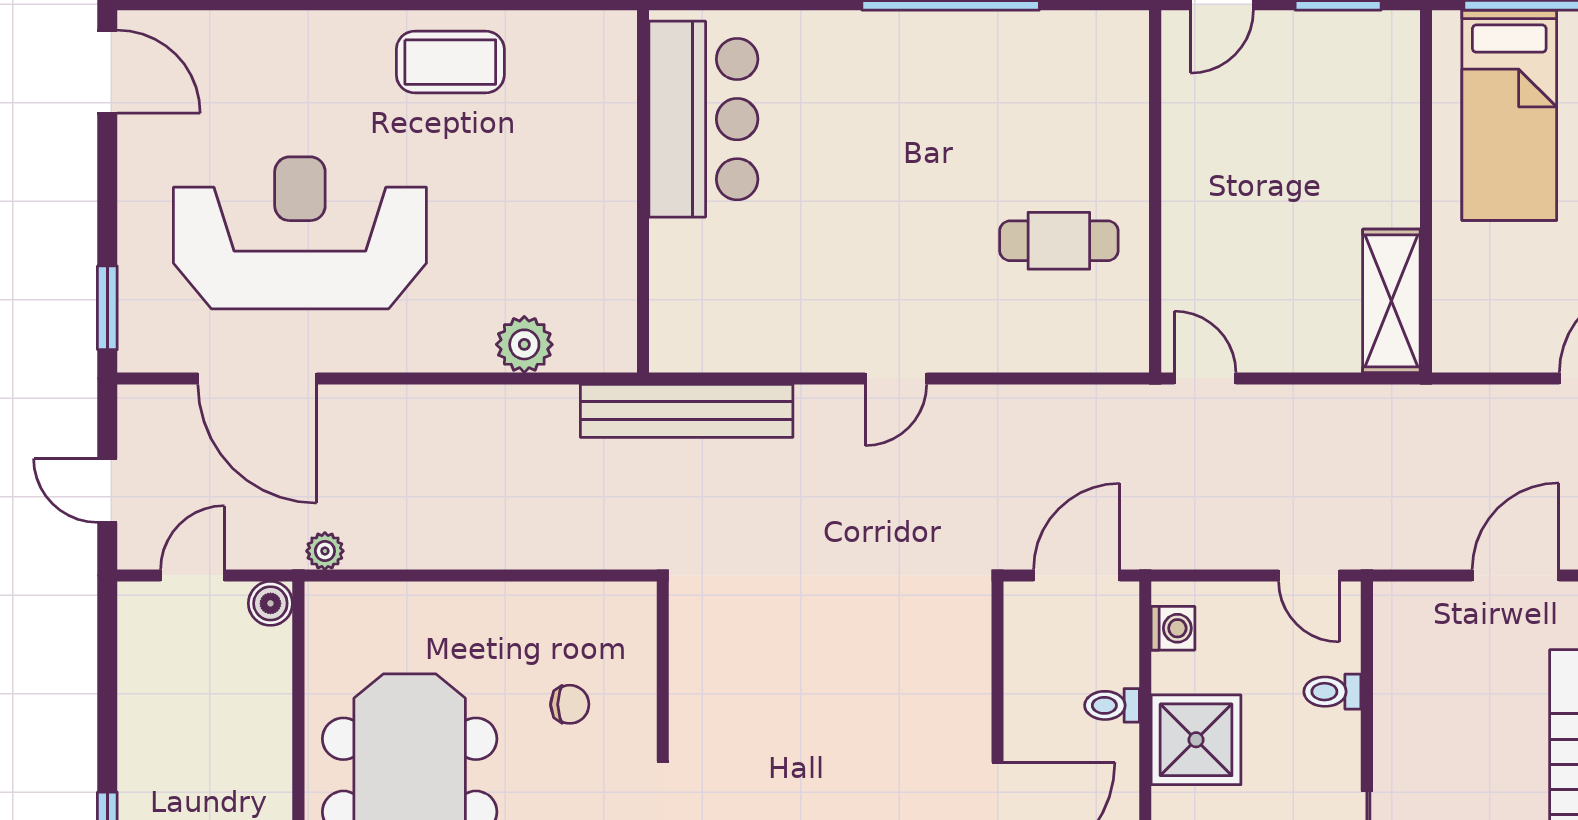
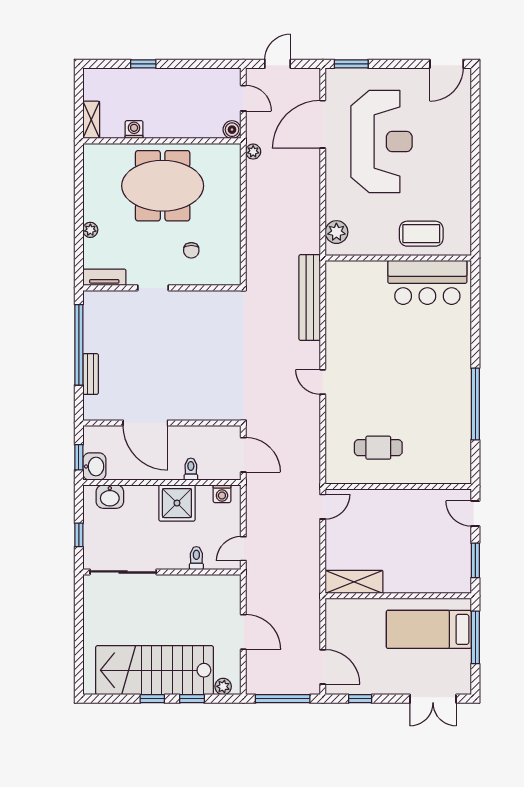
coffee table: (450, 62) -> (421, 234), moved, turned 90
bar counter: (703, 119) -> (427, 282), moved
wall: (643, 191) -> (398, 258), moved
cafe table: (1059, 241) -> (378, 448), turned 90

